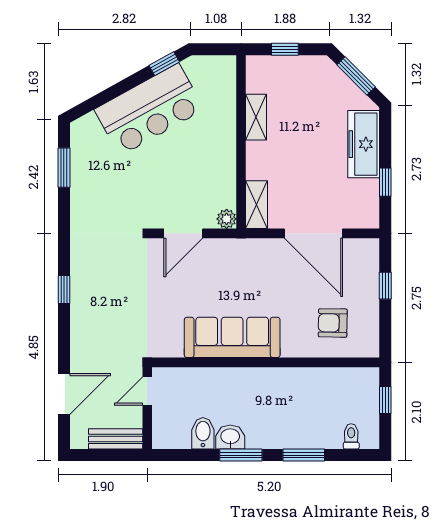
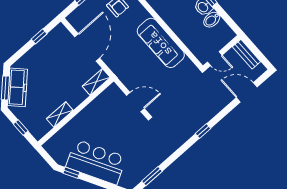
freezer: (364, 144) -> (18, 87), moved, turned -45
plant: (227, 219) -> (113, 89), removed

